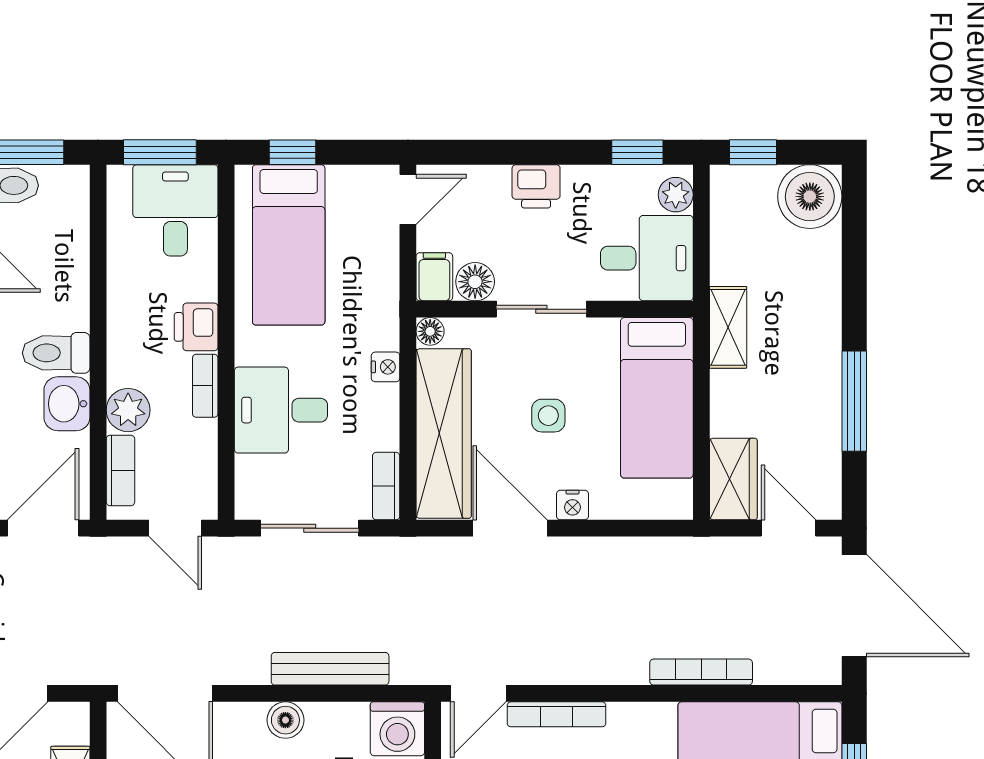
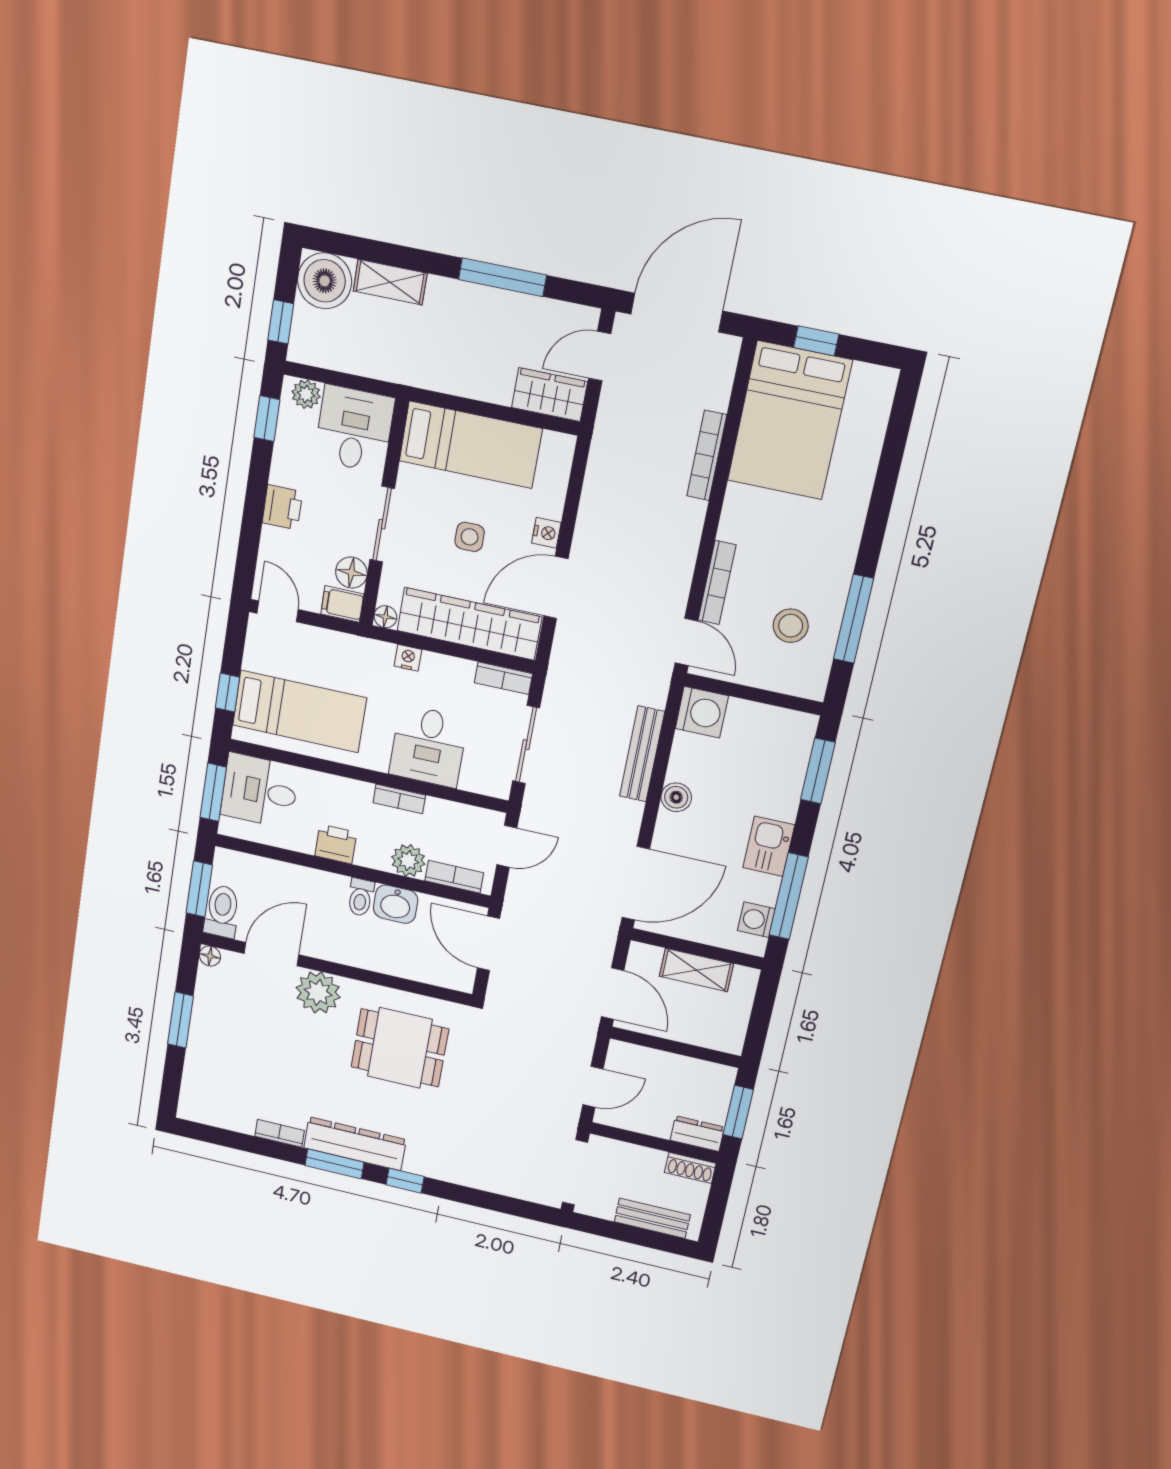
printer: (196, 327) -> (336, 844), moved, turned 180
shelving: (728, 327) -> (390, 282), moved
toilet: (56, 353) -> (361, 897), width x0.73, depth x0.72

